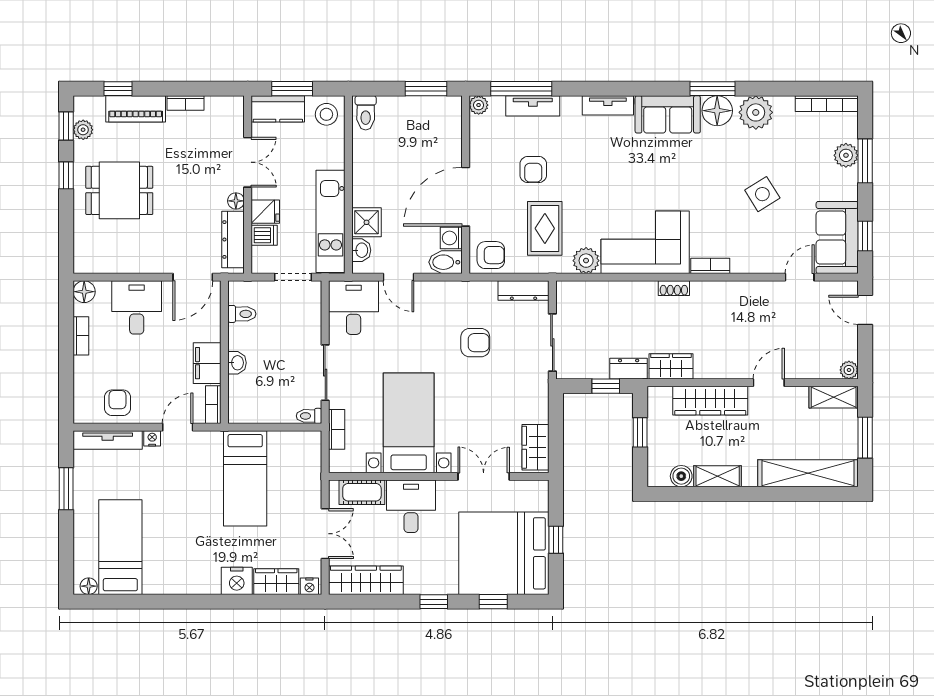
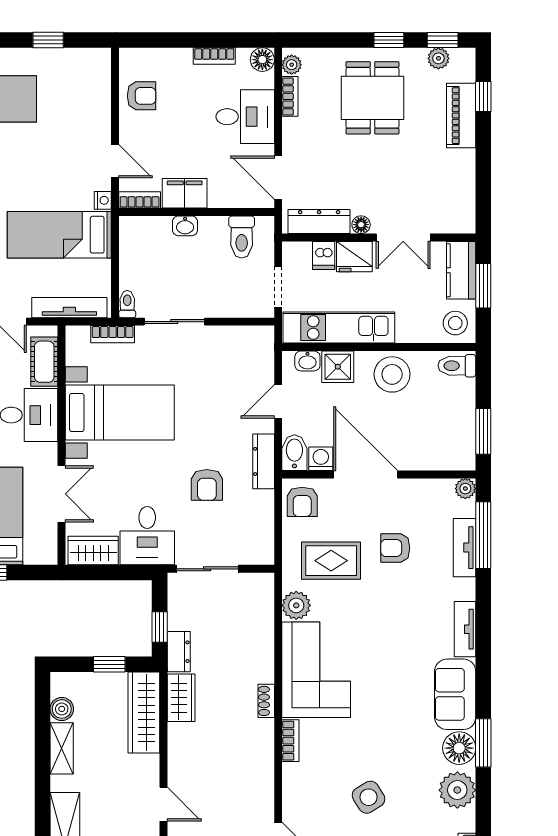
bookcase: (186, 103) -> (290, 96), moved, turned 180
stool: (374, 172) -> (392, 374), added
fridge: (265, 212) -> (354, 257), width x1.38
plant: (89, 265) -> (292, 65), added
dresser: (523, 291) -> (264, 461), moved
desk: (354, 308) -> (147, 536), moved, turned 90
toilet: (242, 314) -> (242, 237), width x1.37, depth x1.39
wardrobe: (710, 401) -> (144, 713), moved
nightstand: (152, 438) -> (103, 200), moved
tv unit: (108, 440) -> (69, 308), moved, turned 90
window: (66, 489) -> (48, 40), width x0.67

